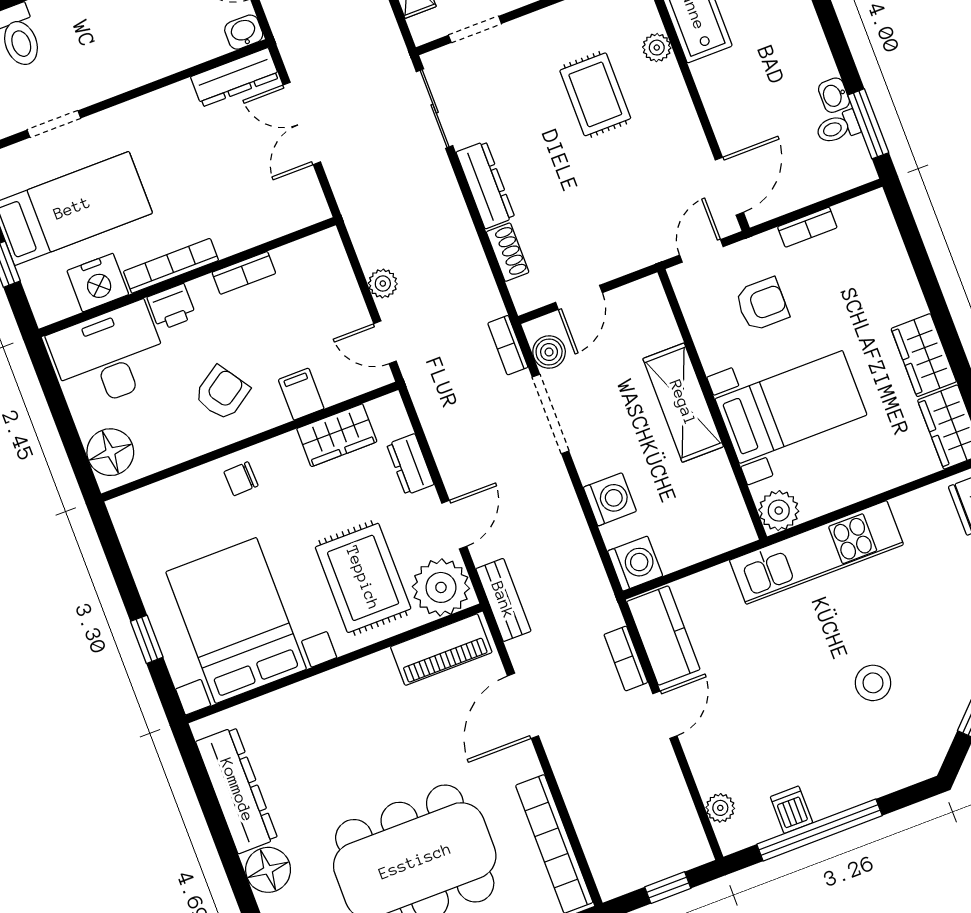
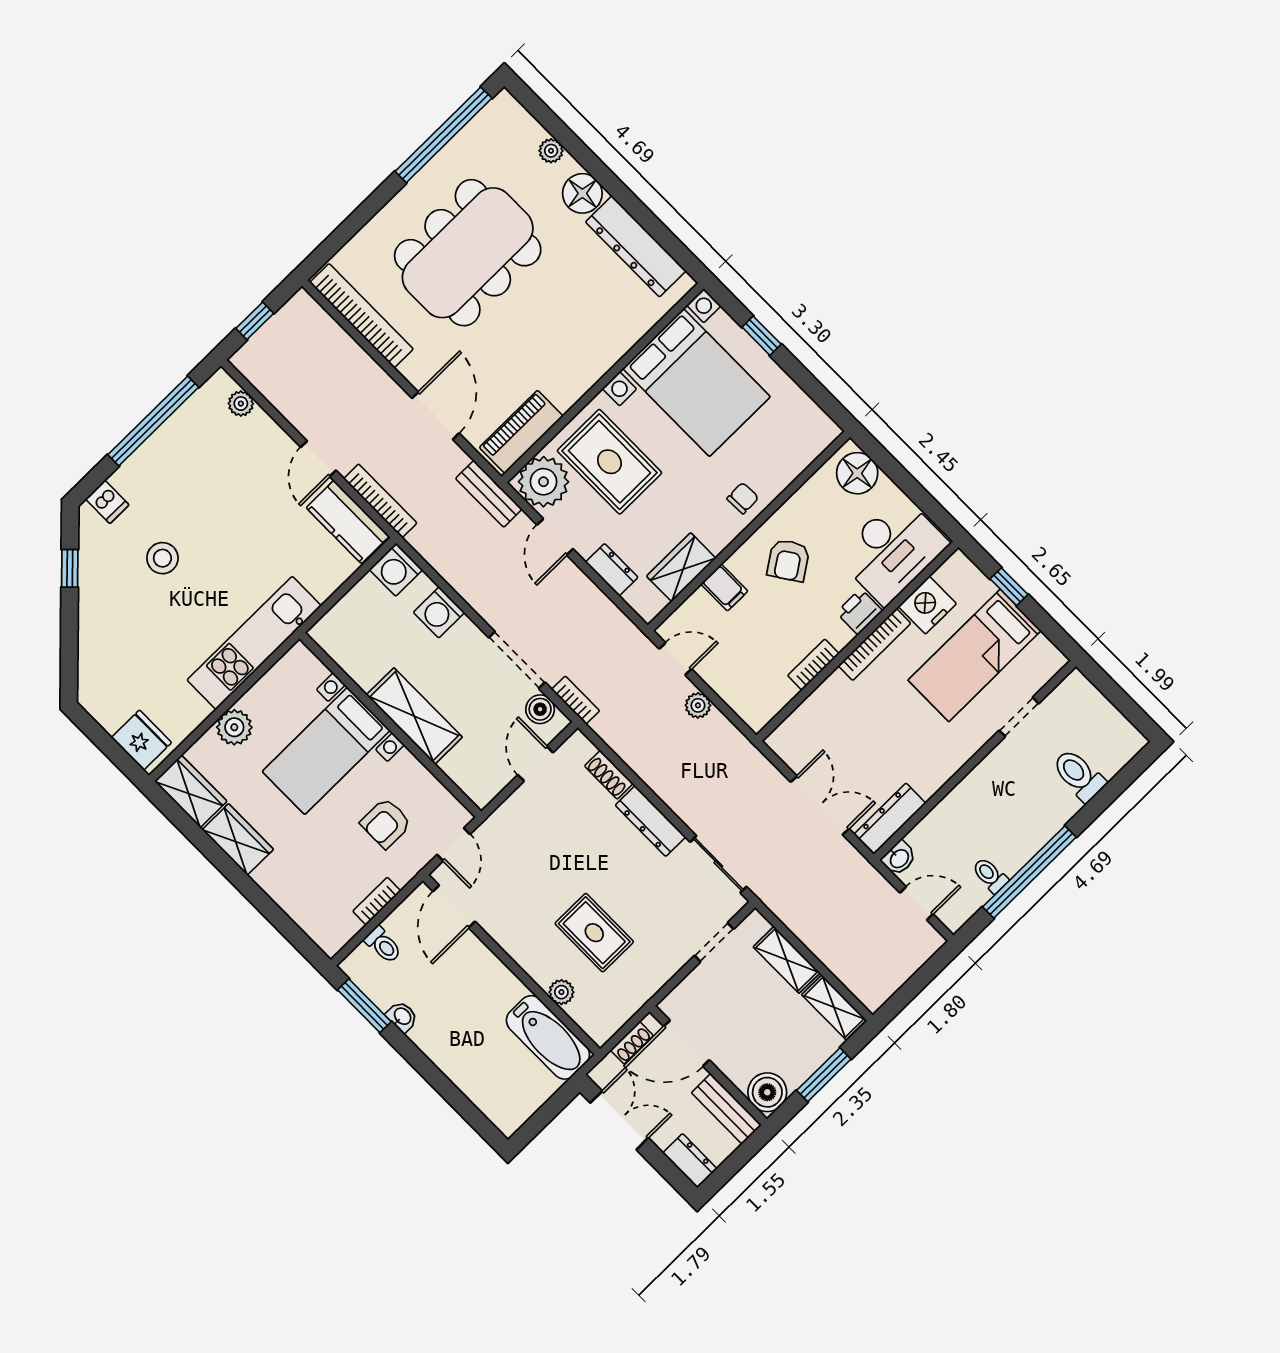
toilet: (838, 127) -> (383, 945), moved, turned 90
plant: (779, 511) -> (234, 727), moved
bookcase: (626, 658) -> (380, 501), width x1.56
dishwasher: (791, 810) -> (107, 502), moved

